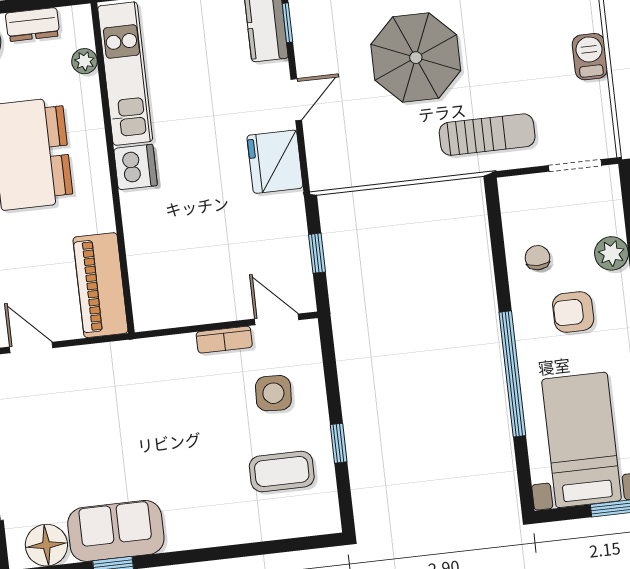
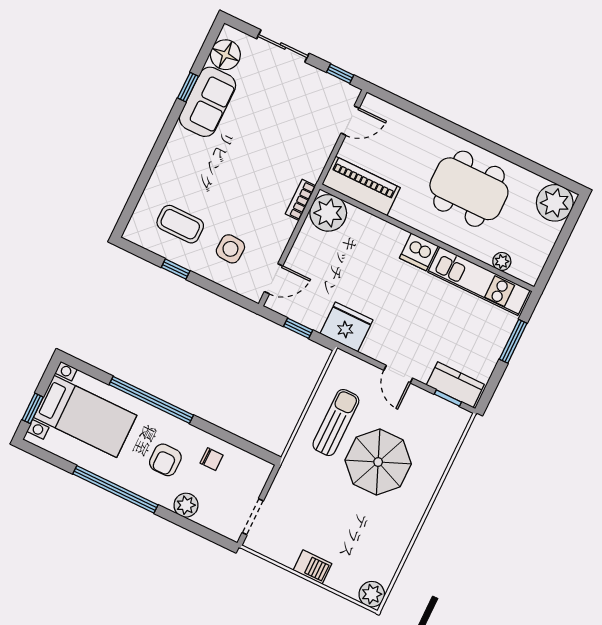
dresser: (33, 24) -> (544, 244), removed
sun lounger: (487, 135) -> (336, 423), moved, turned 180
fridge: (275, 162) -> (346, 327), moved
plant: (157, 304) -> (328, 213), added
armchair: (573, 312) -> (165, 460), turned 180
bookcase: (224, 340) -> (301, 200), moved
coffee table: (282, 471) -> (180, 224), turned 90

